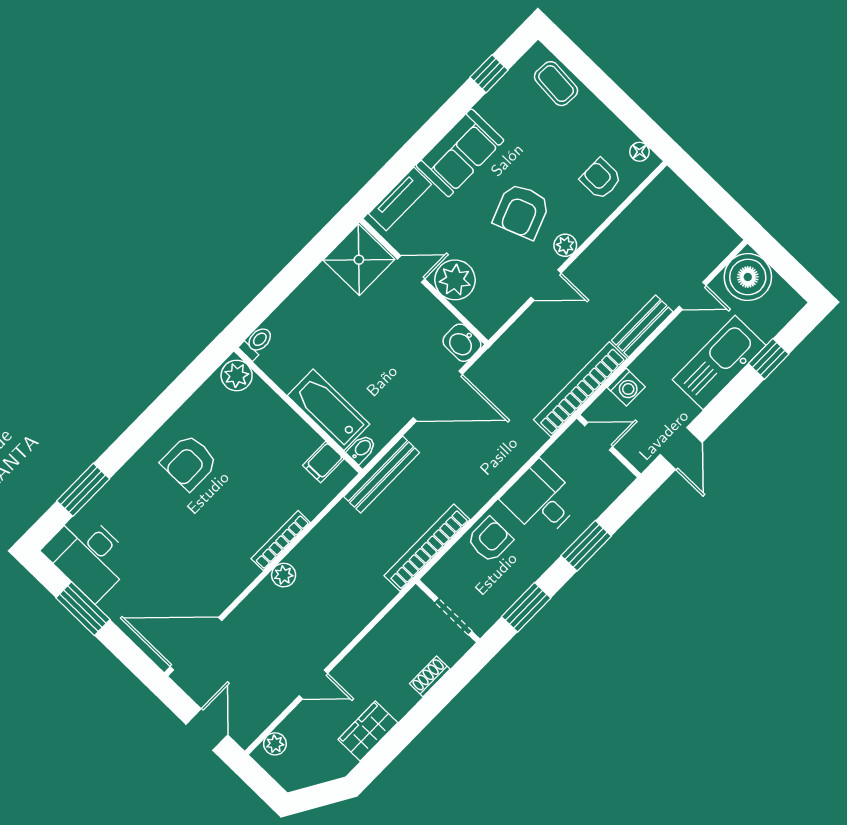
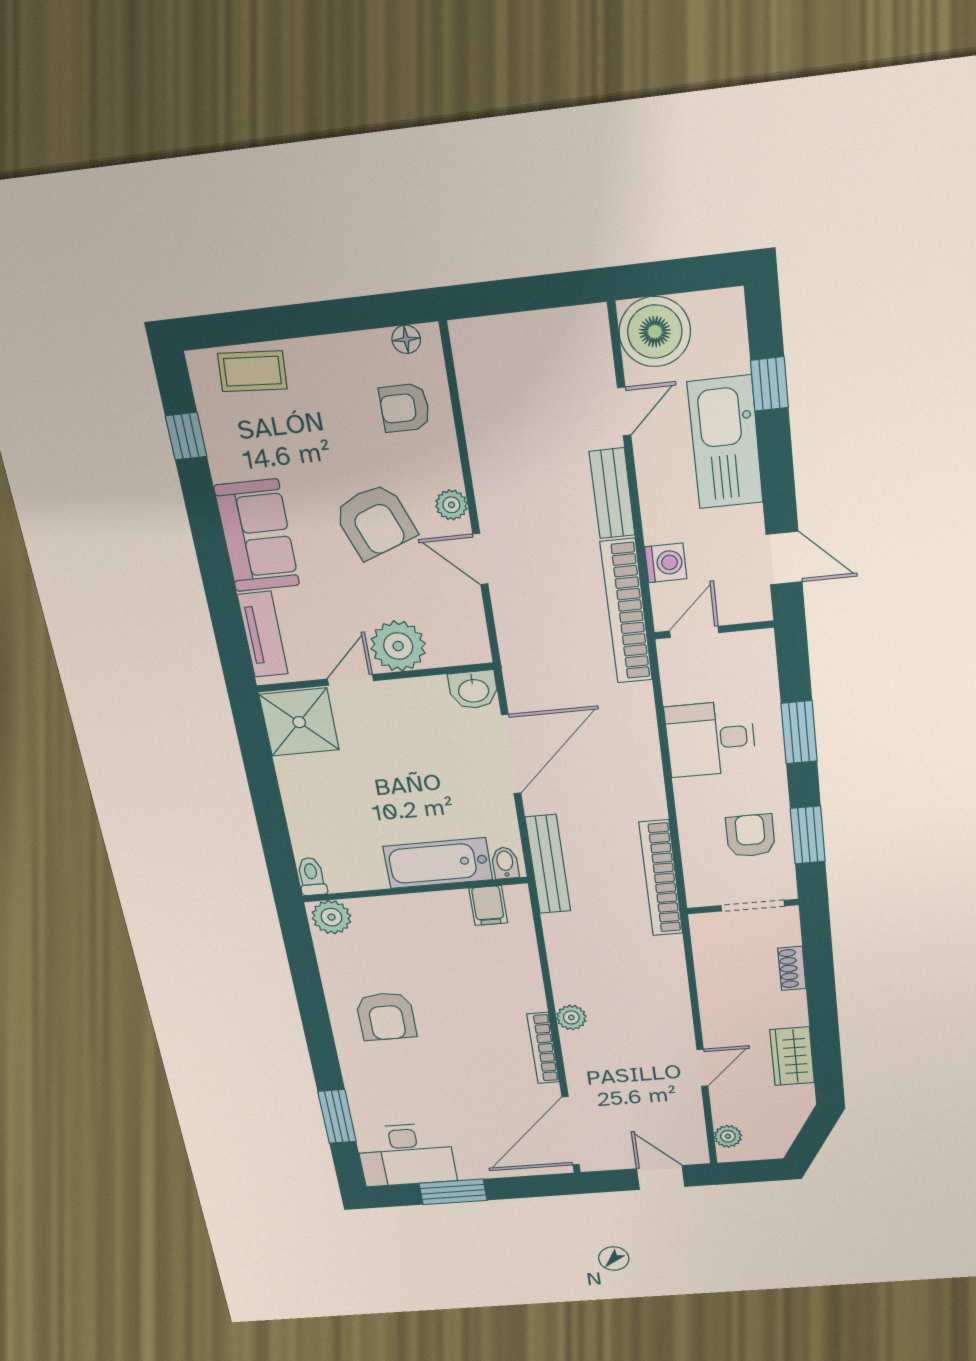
door: (546, 285) -> (480, 559), swing flipped
armchair: (490, 540) -> (751, 836), moved
bookcase: (281, 541) -> (543, 1048), moved

